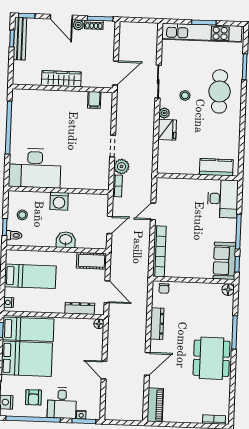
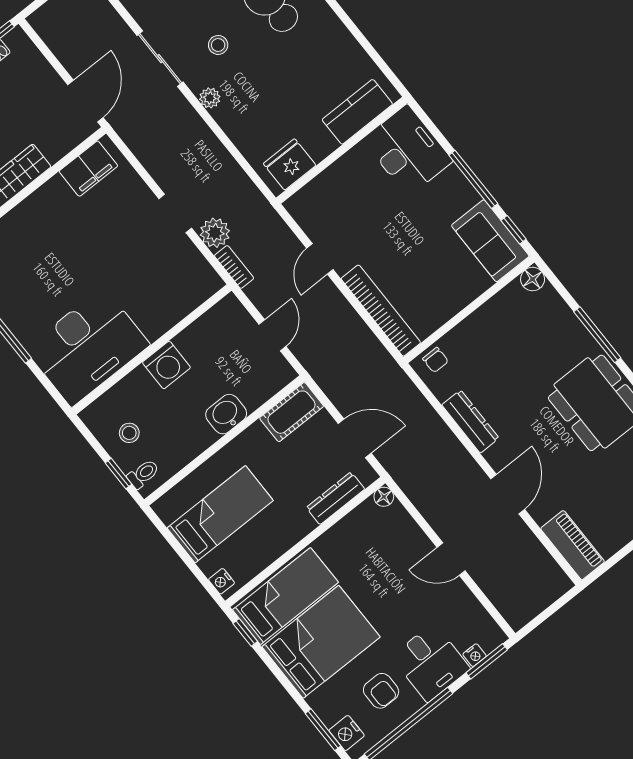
filing cabinet: (94, 100) -> (88, 169), width x2.00
fridge: (167, 130) -> (290, 164), moved, turned -90

